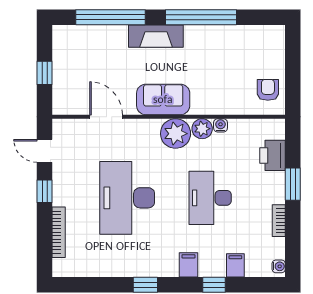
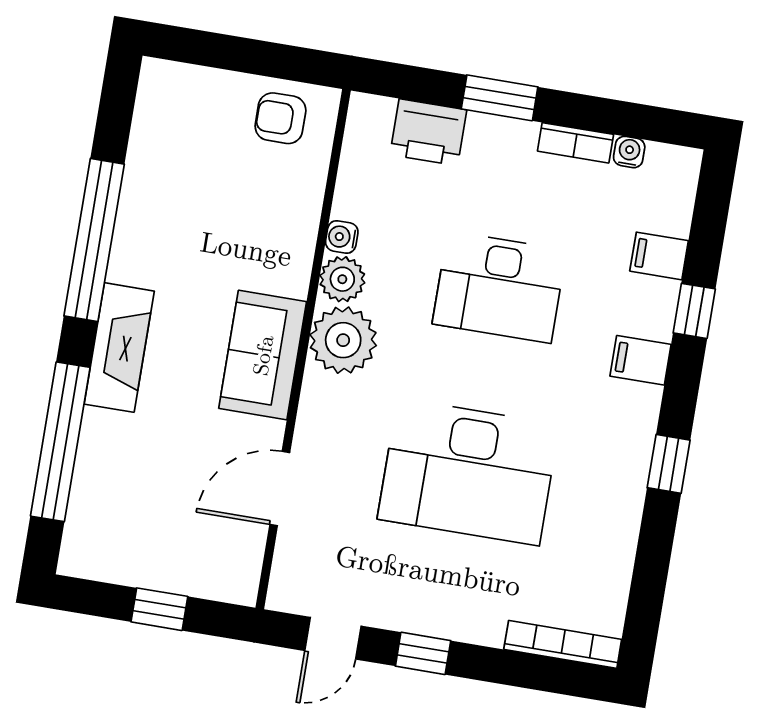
bookcase: (59, 232) -> (563, 644), moved
water cooler: (279, 266) -> (629, 152), moved

